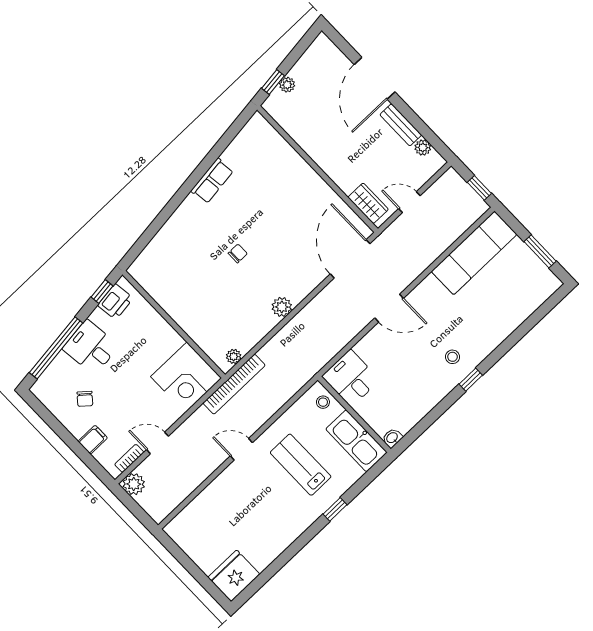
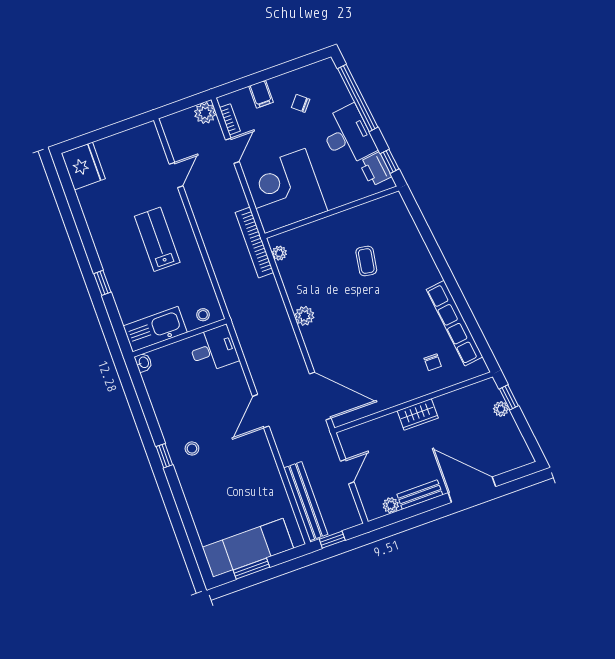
row of seats: (212, 181) -> (455, 323), width x2.02
wardrobe: (368, 203) -> (418, 414), moved
bench: (454, 229) -> (306, 501), added
chair: (238, 253) -> (433, 362), moved
exam couch: (474, 253) -> (248, 548), moved, turned 90
coffee table: (205, 272) -> (366, 261), added
desk: (91, 347) -> (348, 136), width x1.37
corner desk: (186, 377) -> (285, 191), width x1.36, depth x1.36
door: (241, 449) -> (176, 175), moved
lab bench: (301, 465) -> (157, 239), moved, turned -90

